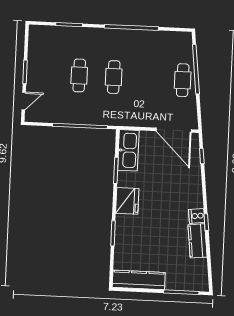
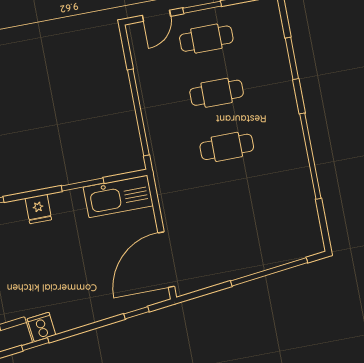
cafe table: (183, 80) -> (206, 39), moved
door: (24, 101) -> (157, 16), hinge flipped
fridge: (127, 201) -> (38, 209), width x0.53, depth x0.75

